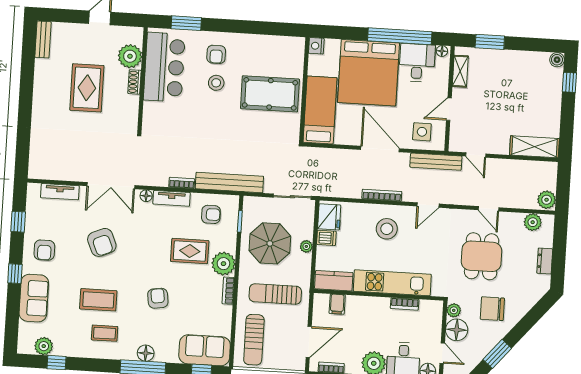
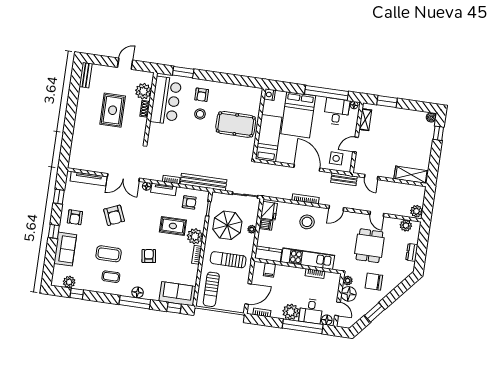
bed: (368, 73) -> (298, 115), width x0.73
bench: (436, 162) -> (344, 179), width x0.73
tv unit: (60, 192) -> (89, 179), width x1.41

